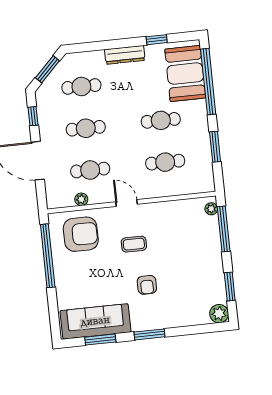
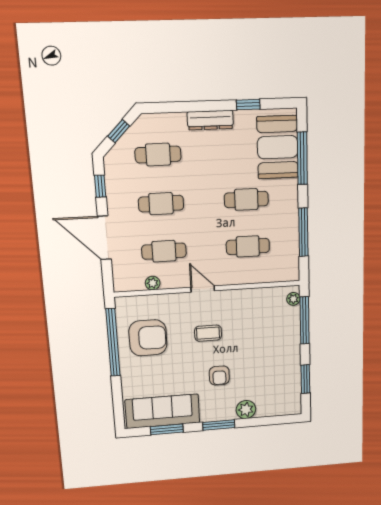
window: (47, 69) -> (119, 131), width x0.67
window: (208, 82) -> (302, 158), width x0.68
window: (215, 147) -> (303, 232), width x1.44
armchair: (81, 234) -> (148, 338), moved
plant: (219, 314) -> (246, 410), moved

